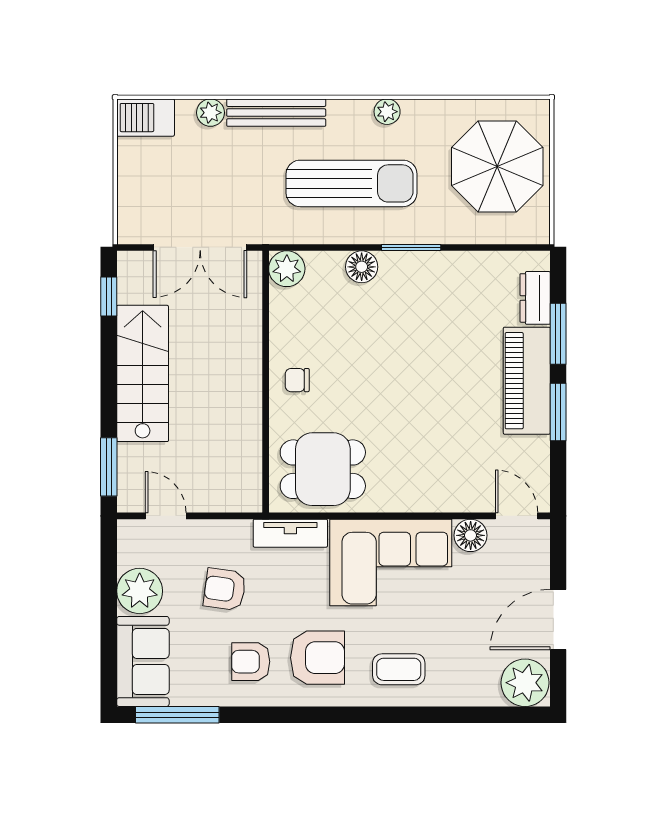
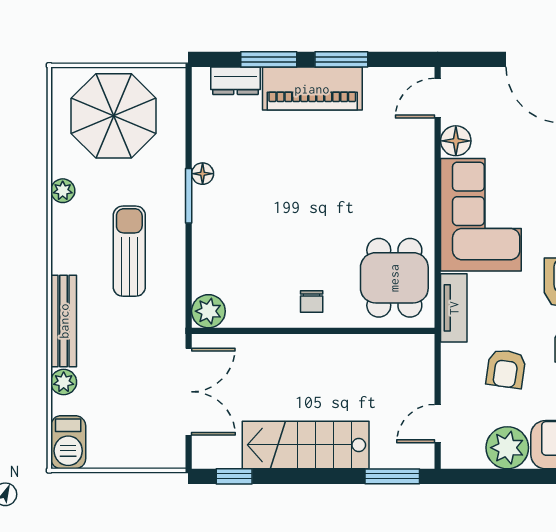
plant: (387, 112) -> (63, 191), moved
sun lounger: (352, 183) -> (129, 251), width x0.73, depth x0.75
floor lamp: (362, 267) -> (203, 174), moved, width x0.73, depth x0.73

